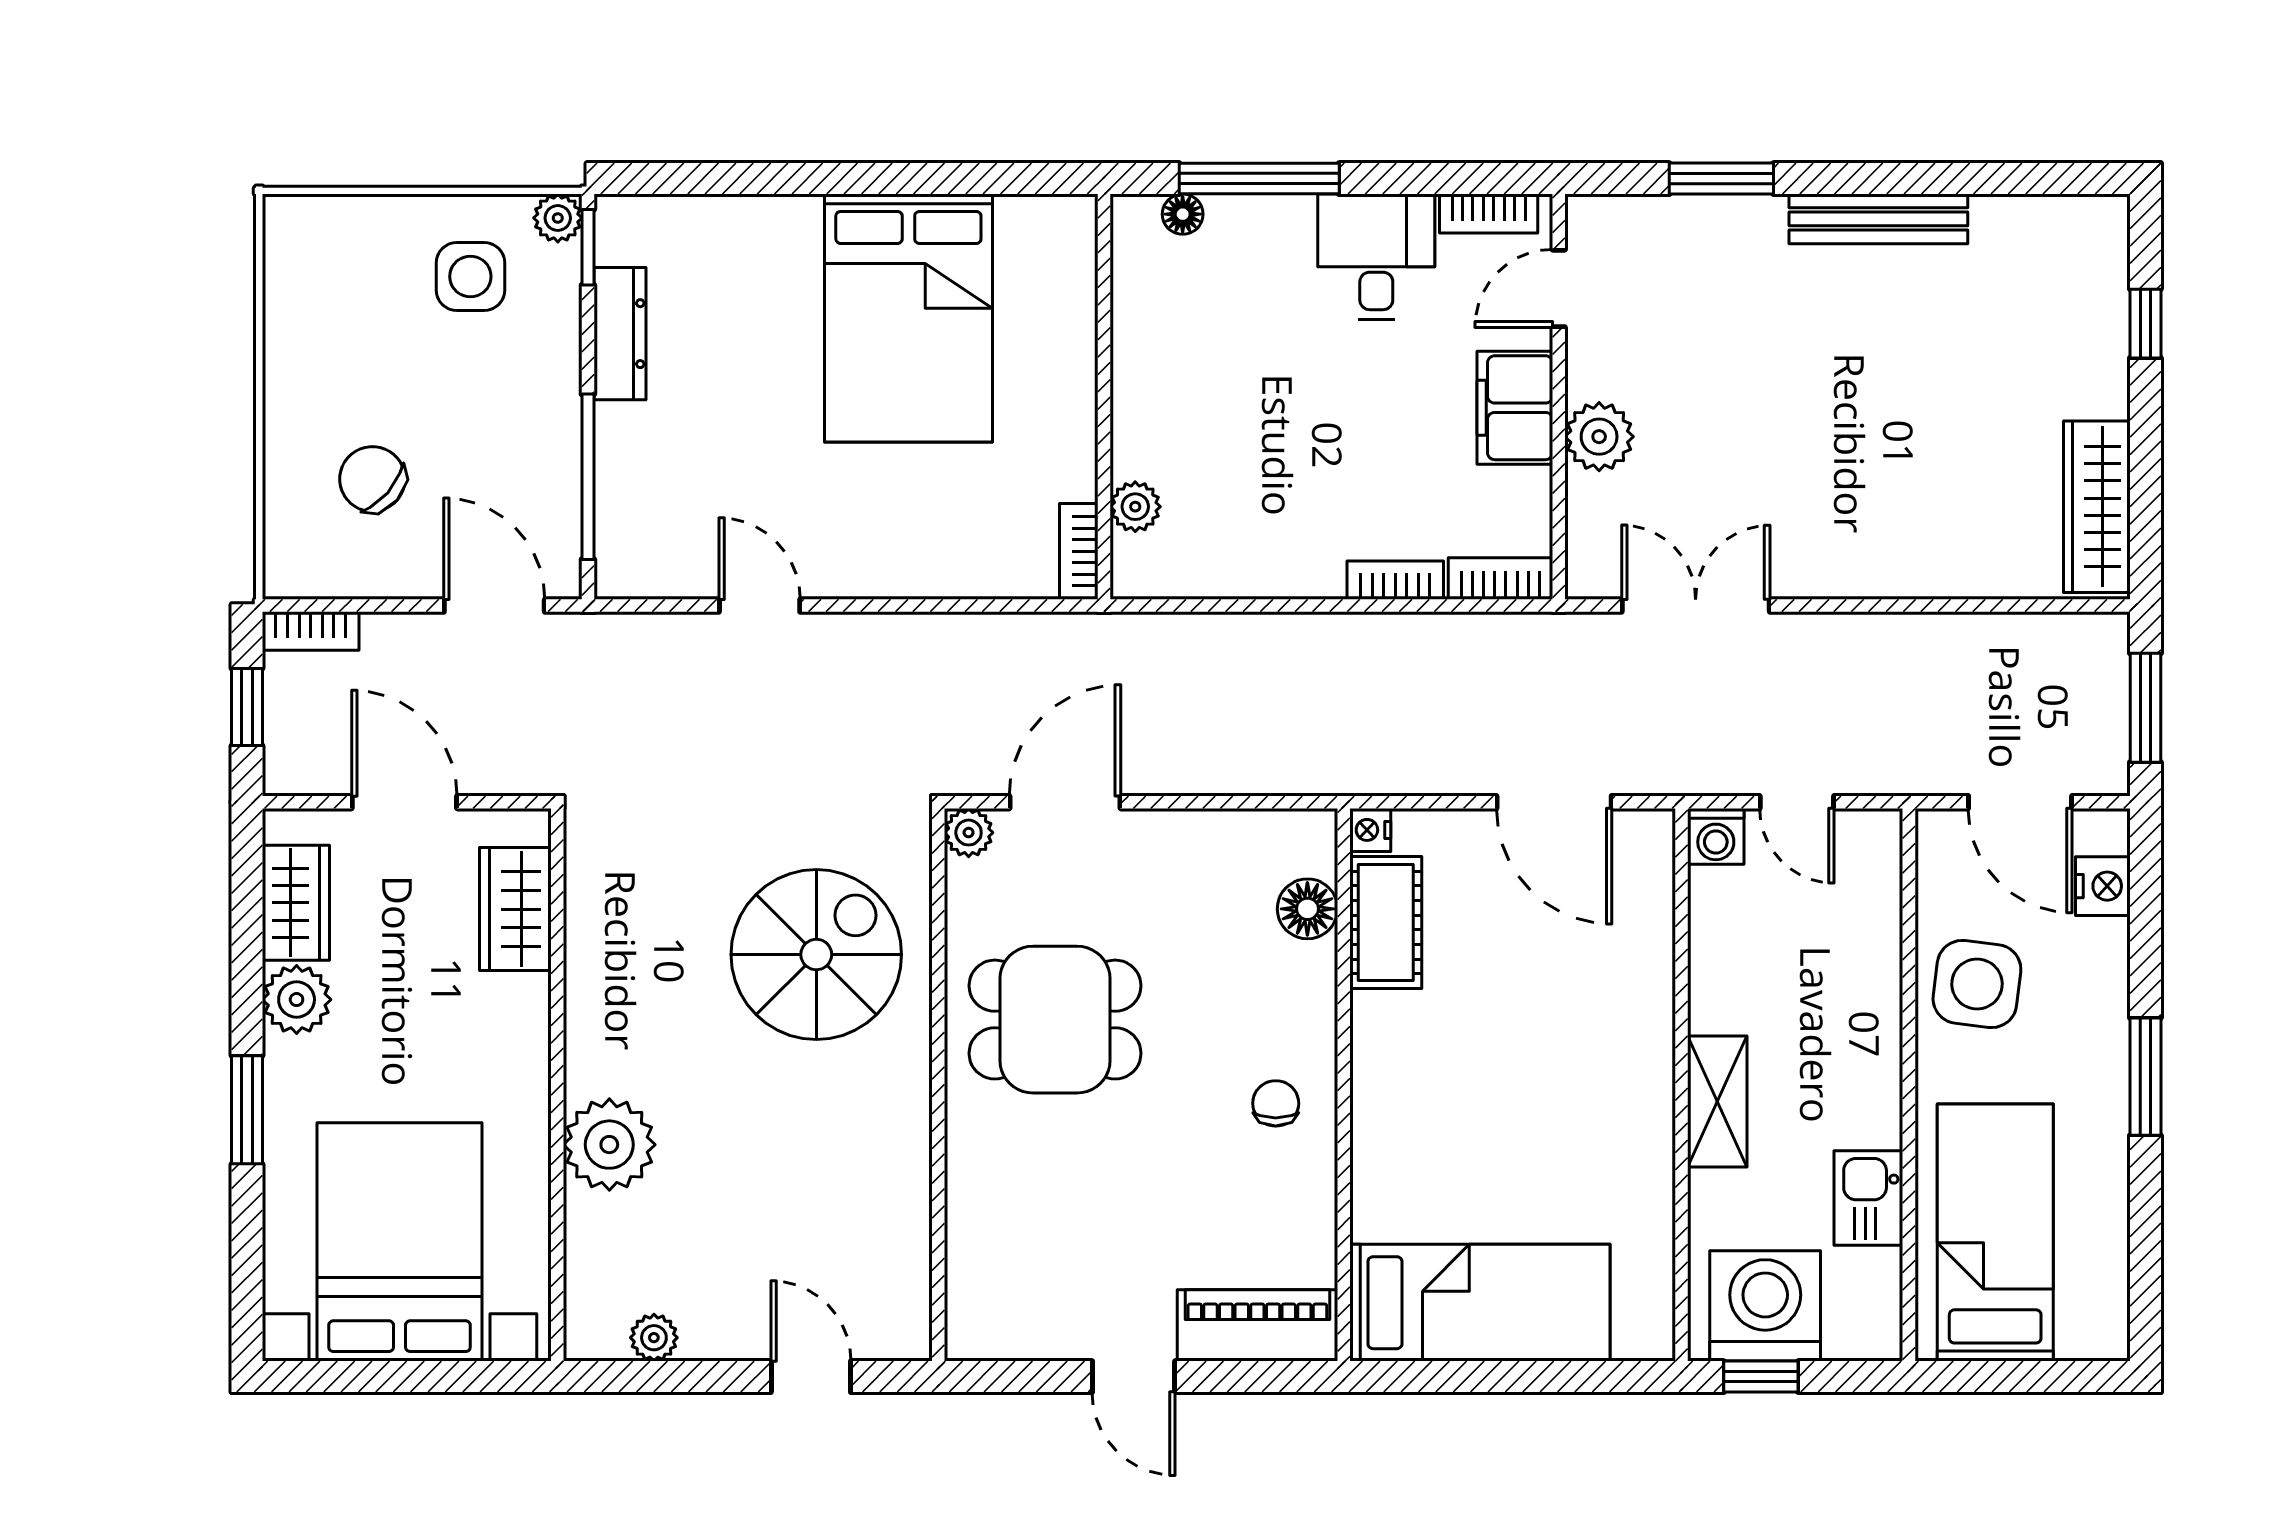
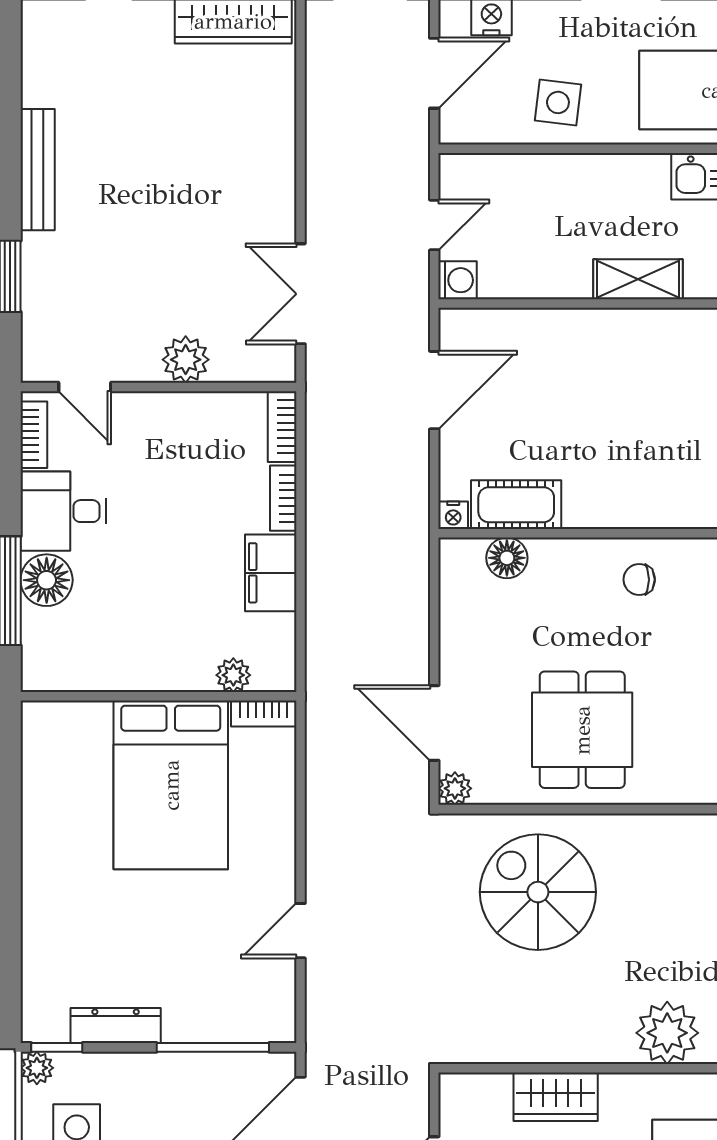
floor lamp: (1183, 214) -> (47, 580), moved, width x1.89, depth x1.89
bed: (908, 318) -> (171, 785), moved, turned 90
filing cabinet: (1515, 408) -> (271, 573), moved, turned 90
wardrobe: (515, 909) -> (556, 1097), moved
side table: (1977, 984) -> (558, 102), width x0.73, depth x0.73

